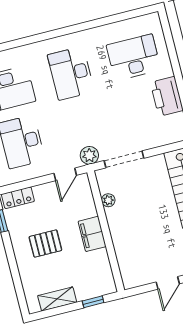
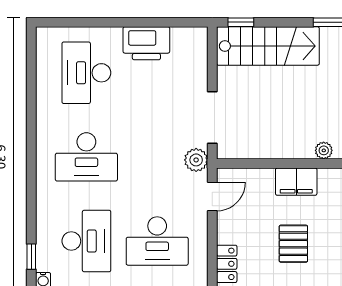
door: (65, 174) -> (212, 197), hinge flipped
plant: (108, 200) -> (324, 150), moved

